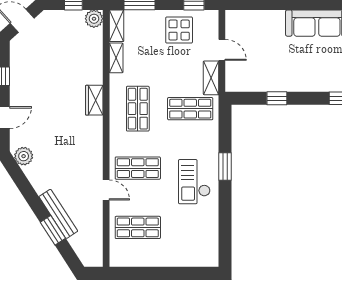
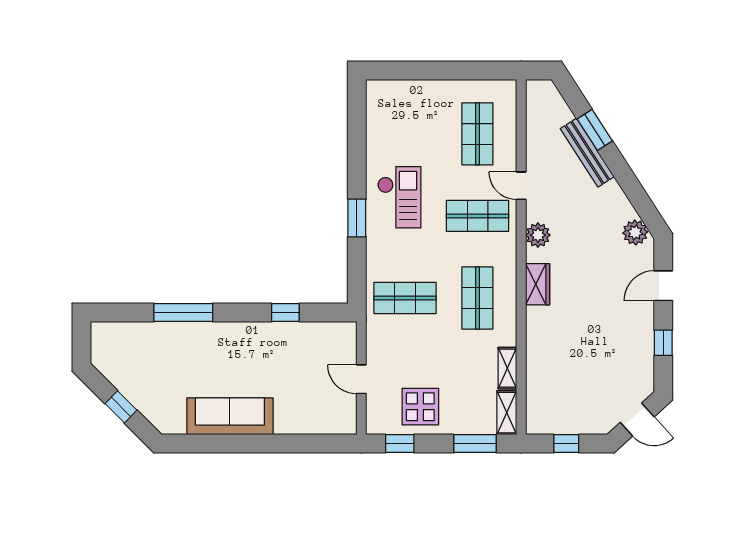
plant: (94, 19) -> (538, 235), moved
shelving: (211, 78) -> (376, 341), removed
wardrobe: (94, 100) -> (538, 284), moved
shop shelf: (138, 227) -> (477, 134), turned 90

